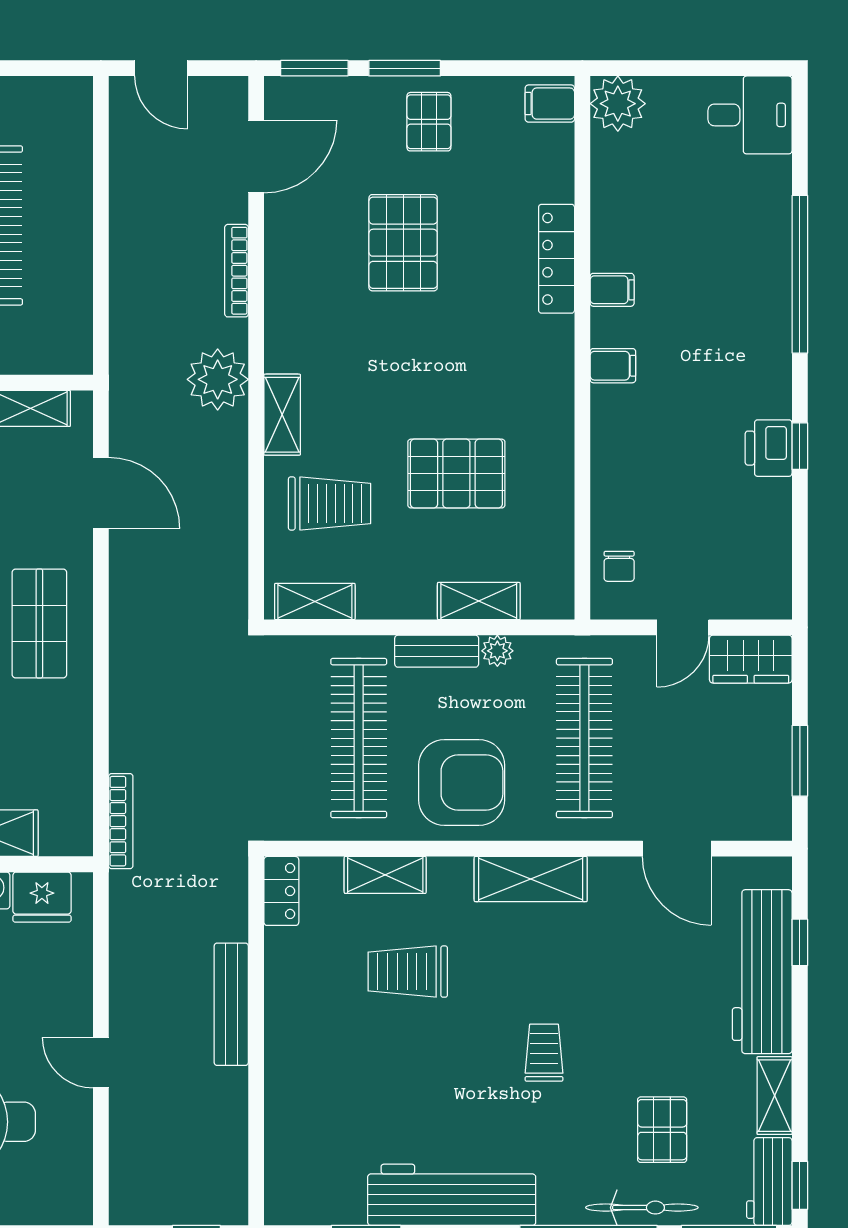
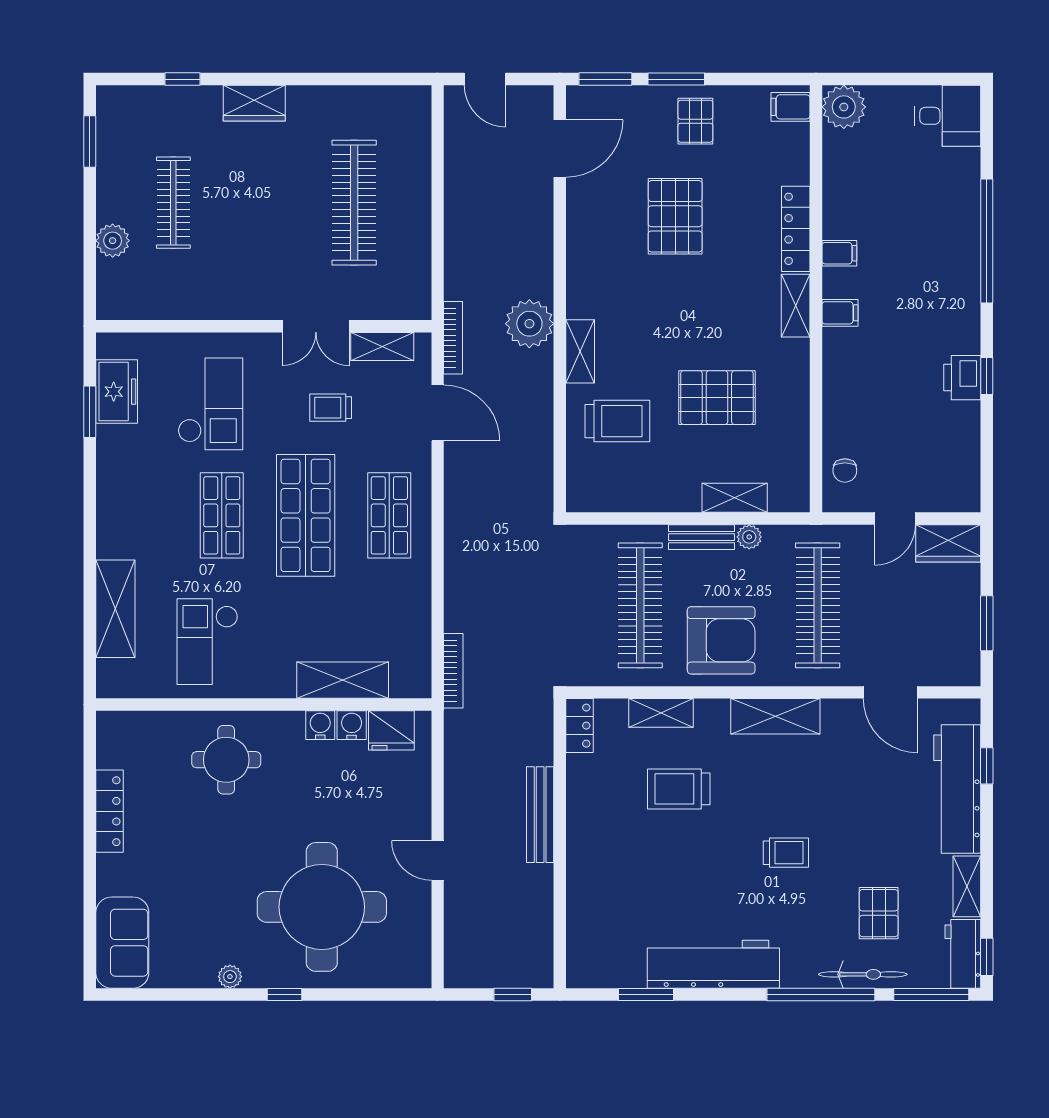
bookcase: (237, 271) -> (453, 338), moved, turned 180
shelving: (315, 602) -> (796, 306), moved, turned 90
trolley: (544, 1053) -> (786, 853), turned 90

